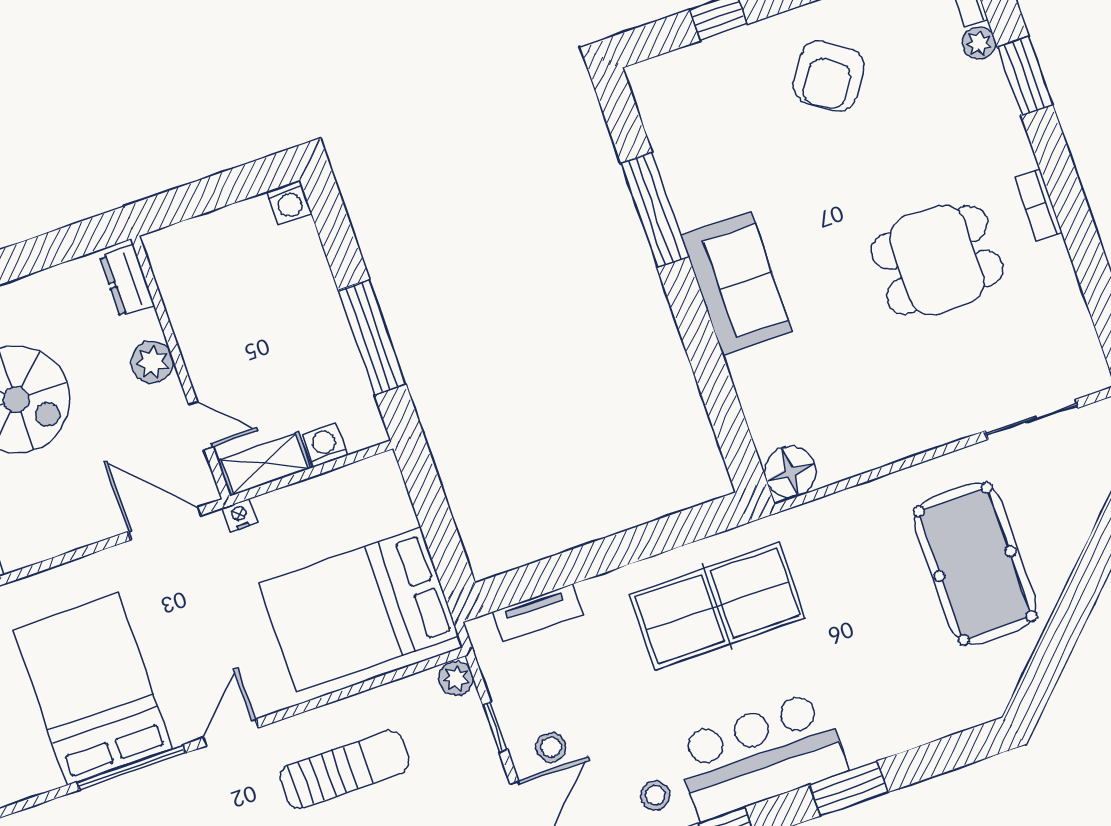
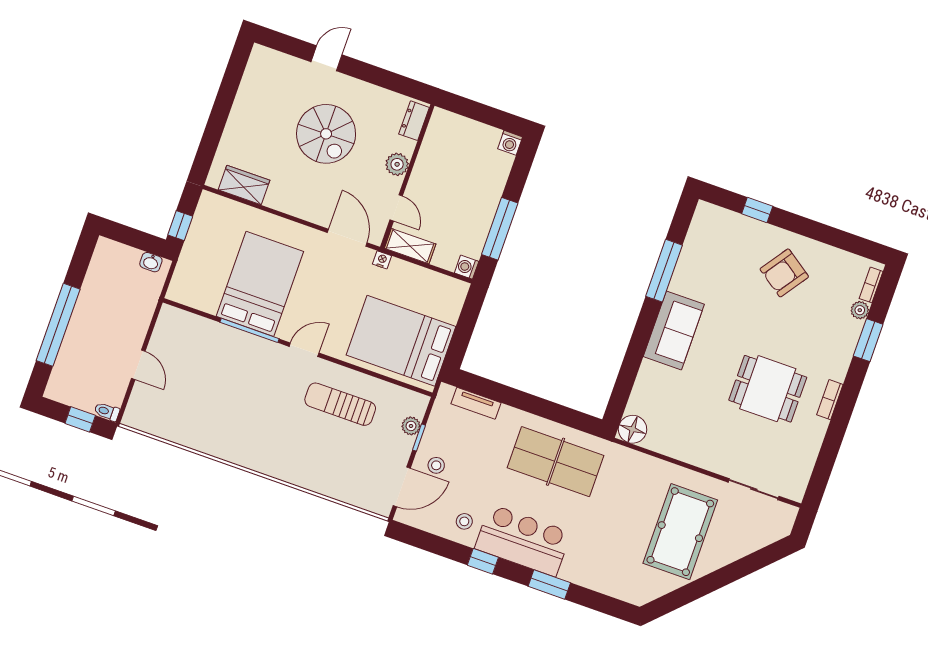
washing machine: (325, 445) -> (467, 267), moved, turned -90
plant: (456, 678) -> (411, 426), moved
sun lounger: (344, 769) -> (340, 404), turned 180

